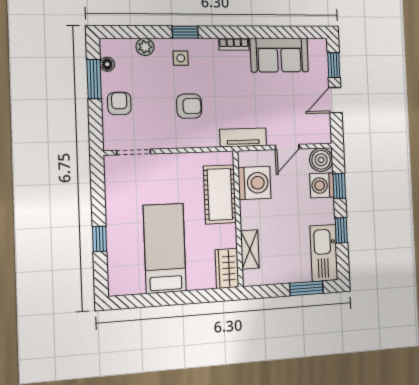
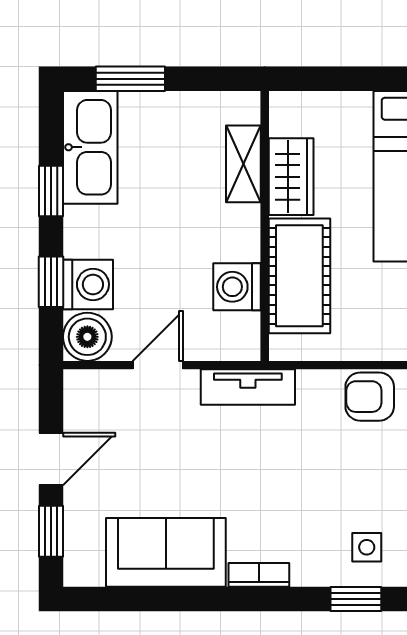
armchair: (189, 106) -> (370, 397), moved
washing machine: (255, 183) -> (237, 287), width x0.73, depth x0.73
wardrobe: (227, 268) -> (291, 177), moved

